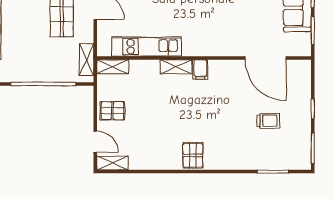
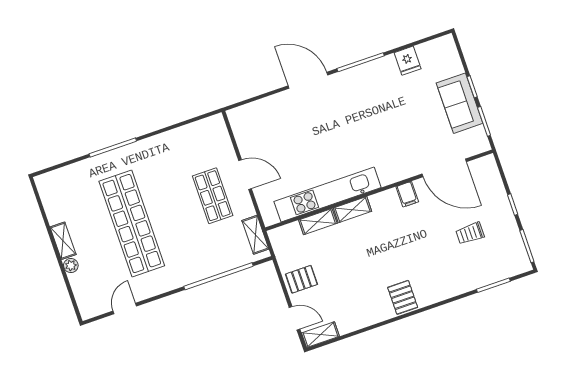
kitchen unit: (147, 47) -> (328, 194), width x1.36
shelving: (113, 67) -> (318, 222), moved
filing cabinet: (200, 69) -> (407, 194), moved
trolley: (268, 121) -> (470, 233), turned 180

